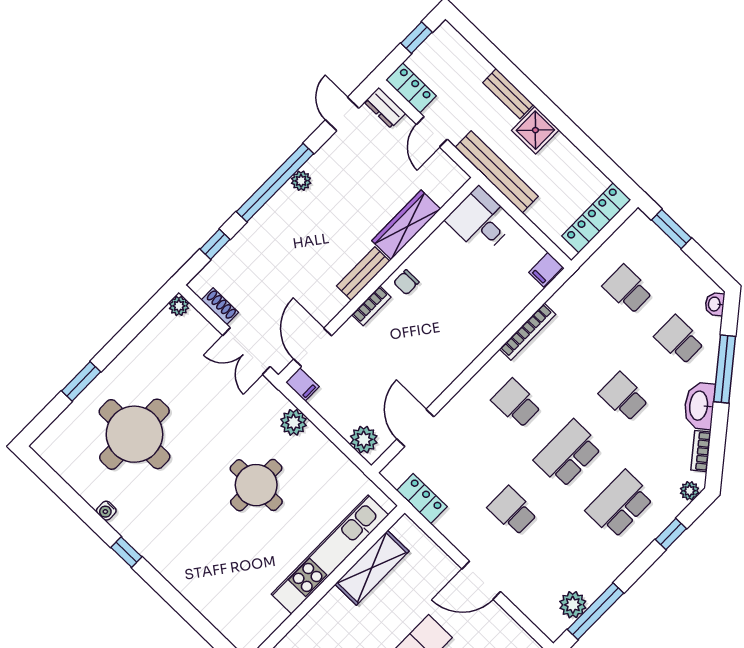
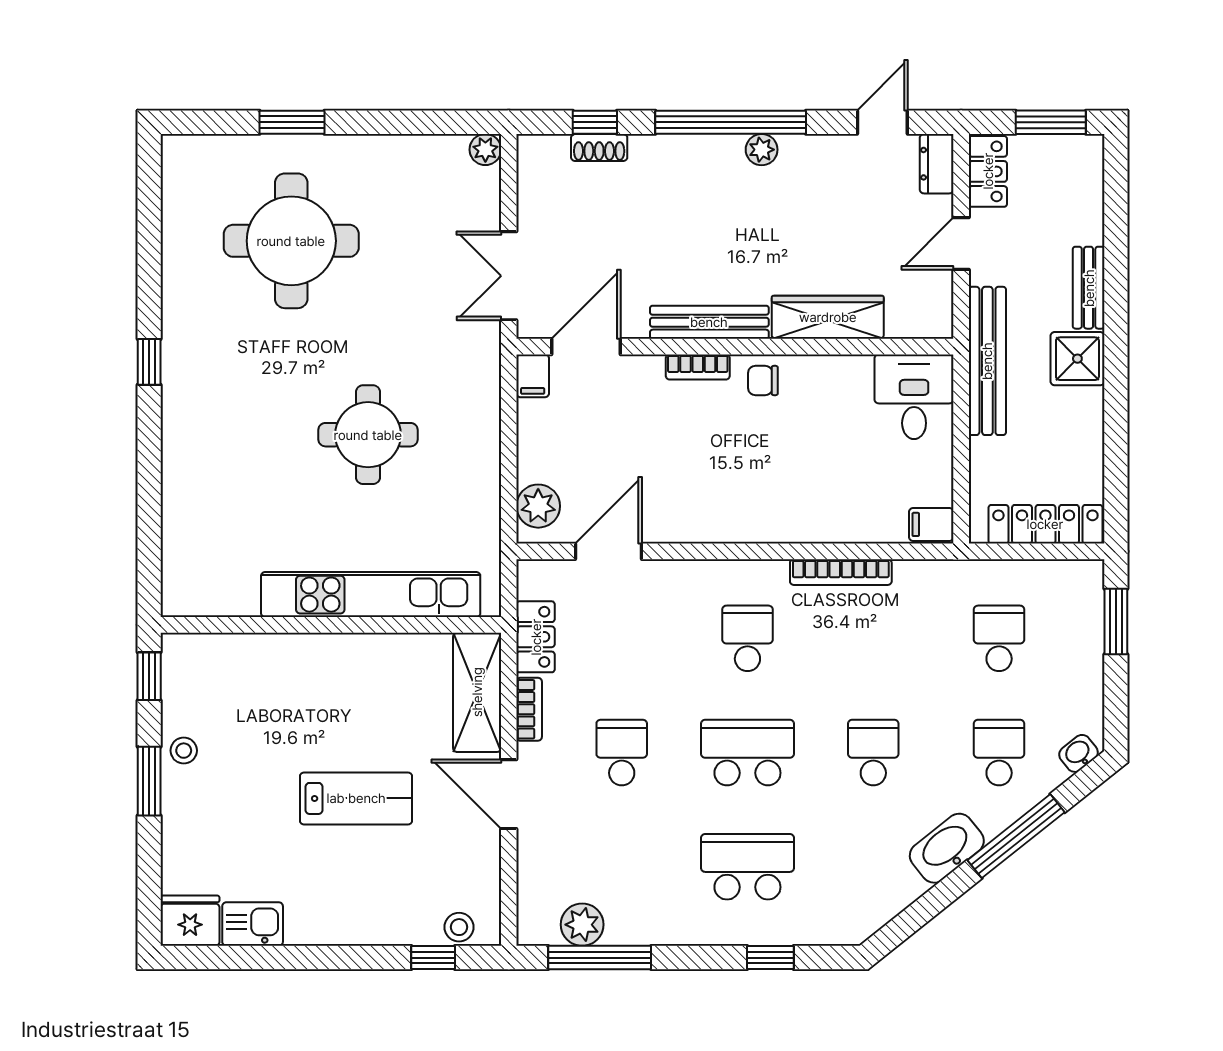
window: (416, 38) -> (1051, 122), width x1.50
bench: (363, 274) -> (709, 322), width x1.36
shoe rack: (220, 306) -> (599, 147), moved, turned 90
plant: (294, 422) -> (480, 408), removed
bookcase: (701, 451) -> (529, 709), moved, turned 129
plant: (690, 491) -> (840, 931), removed
water cooler: (106, 511) -> (174, 293), removed
shelving: (372, 568) -> (477, 692), moved, turned 90

